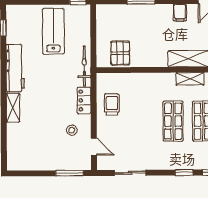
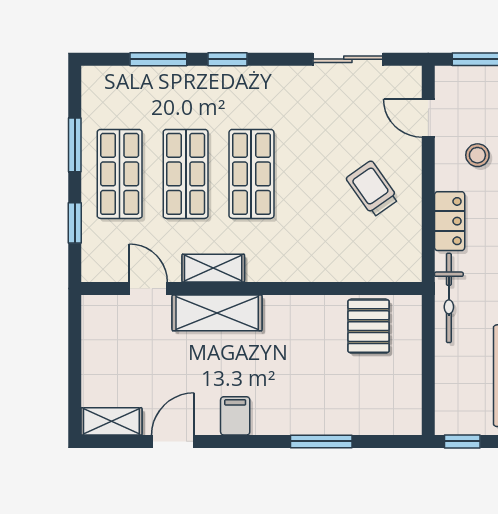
trolley: (112, 105) -> (372, 189), moved, turned 145

